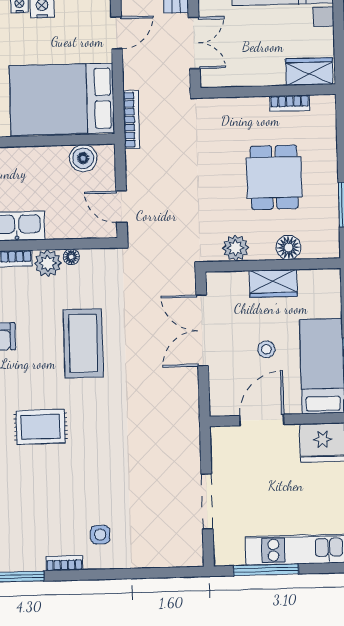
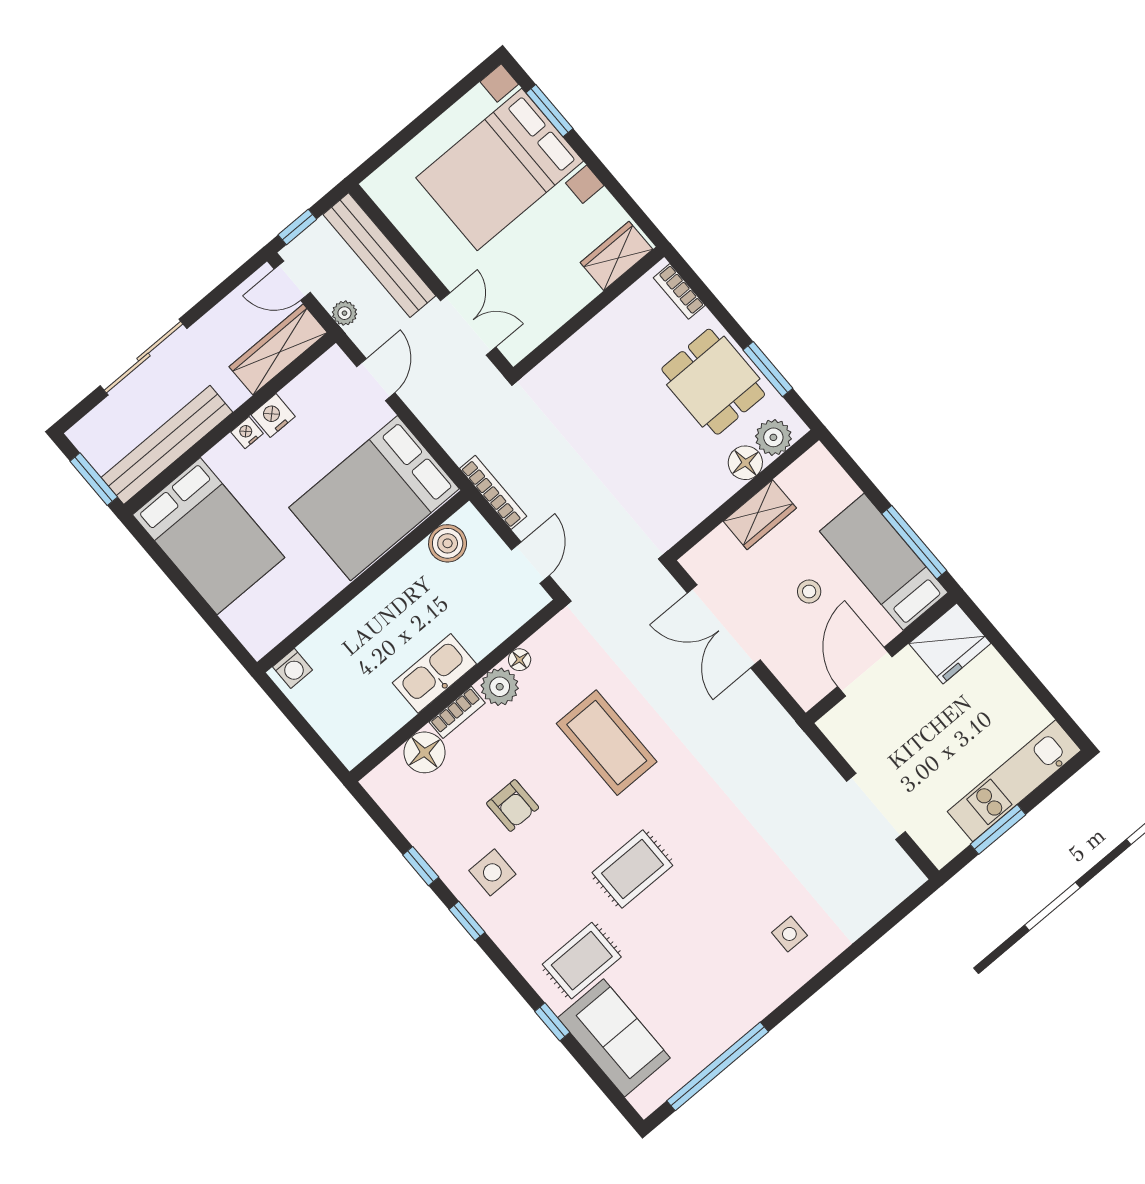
bookcase: (290, 103) -> (679, 291), moved, turned 90
bookcase: (131, 120) -> (493, 492), moved
dining table: (274, 177) -> (713, 382), moved
door: (121, 207) -> (530, 563), swing flipped
plant: (235, 248) -> (773, 437), moved
bookcase: (64, 563) -> (775, 996), removed
window: (266, 570) -> (998, 829), width x0.69

